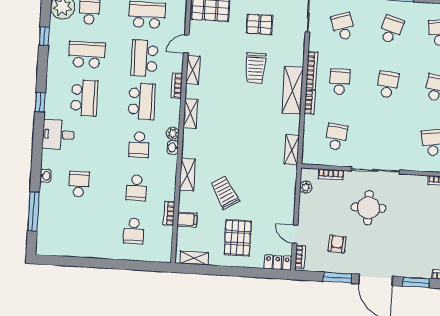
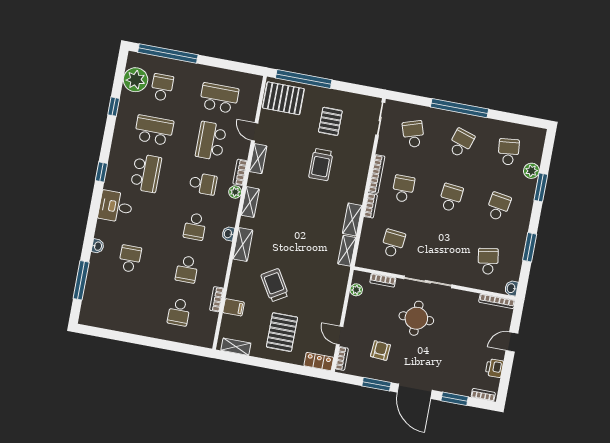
pallet: (260, 24) -> (330, 121), turned 90
door: (186, 44) -> (255, 132), hinge flipped
shelving: (293, 90) -> (352, 220), moved, width x0.67, depth x0.75
school desk: (142, 101) -> (203, 184), width x0.54
plant: (173, 133) -> (235, 192), moved
shelving: (187, 175) -> (243, 244), moved

